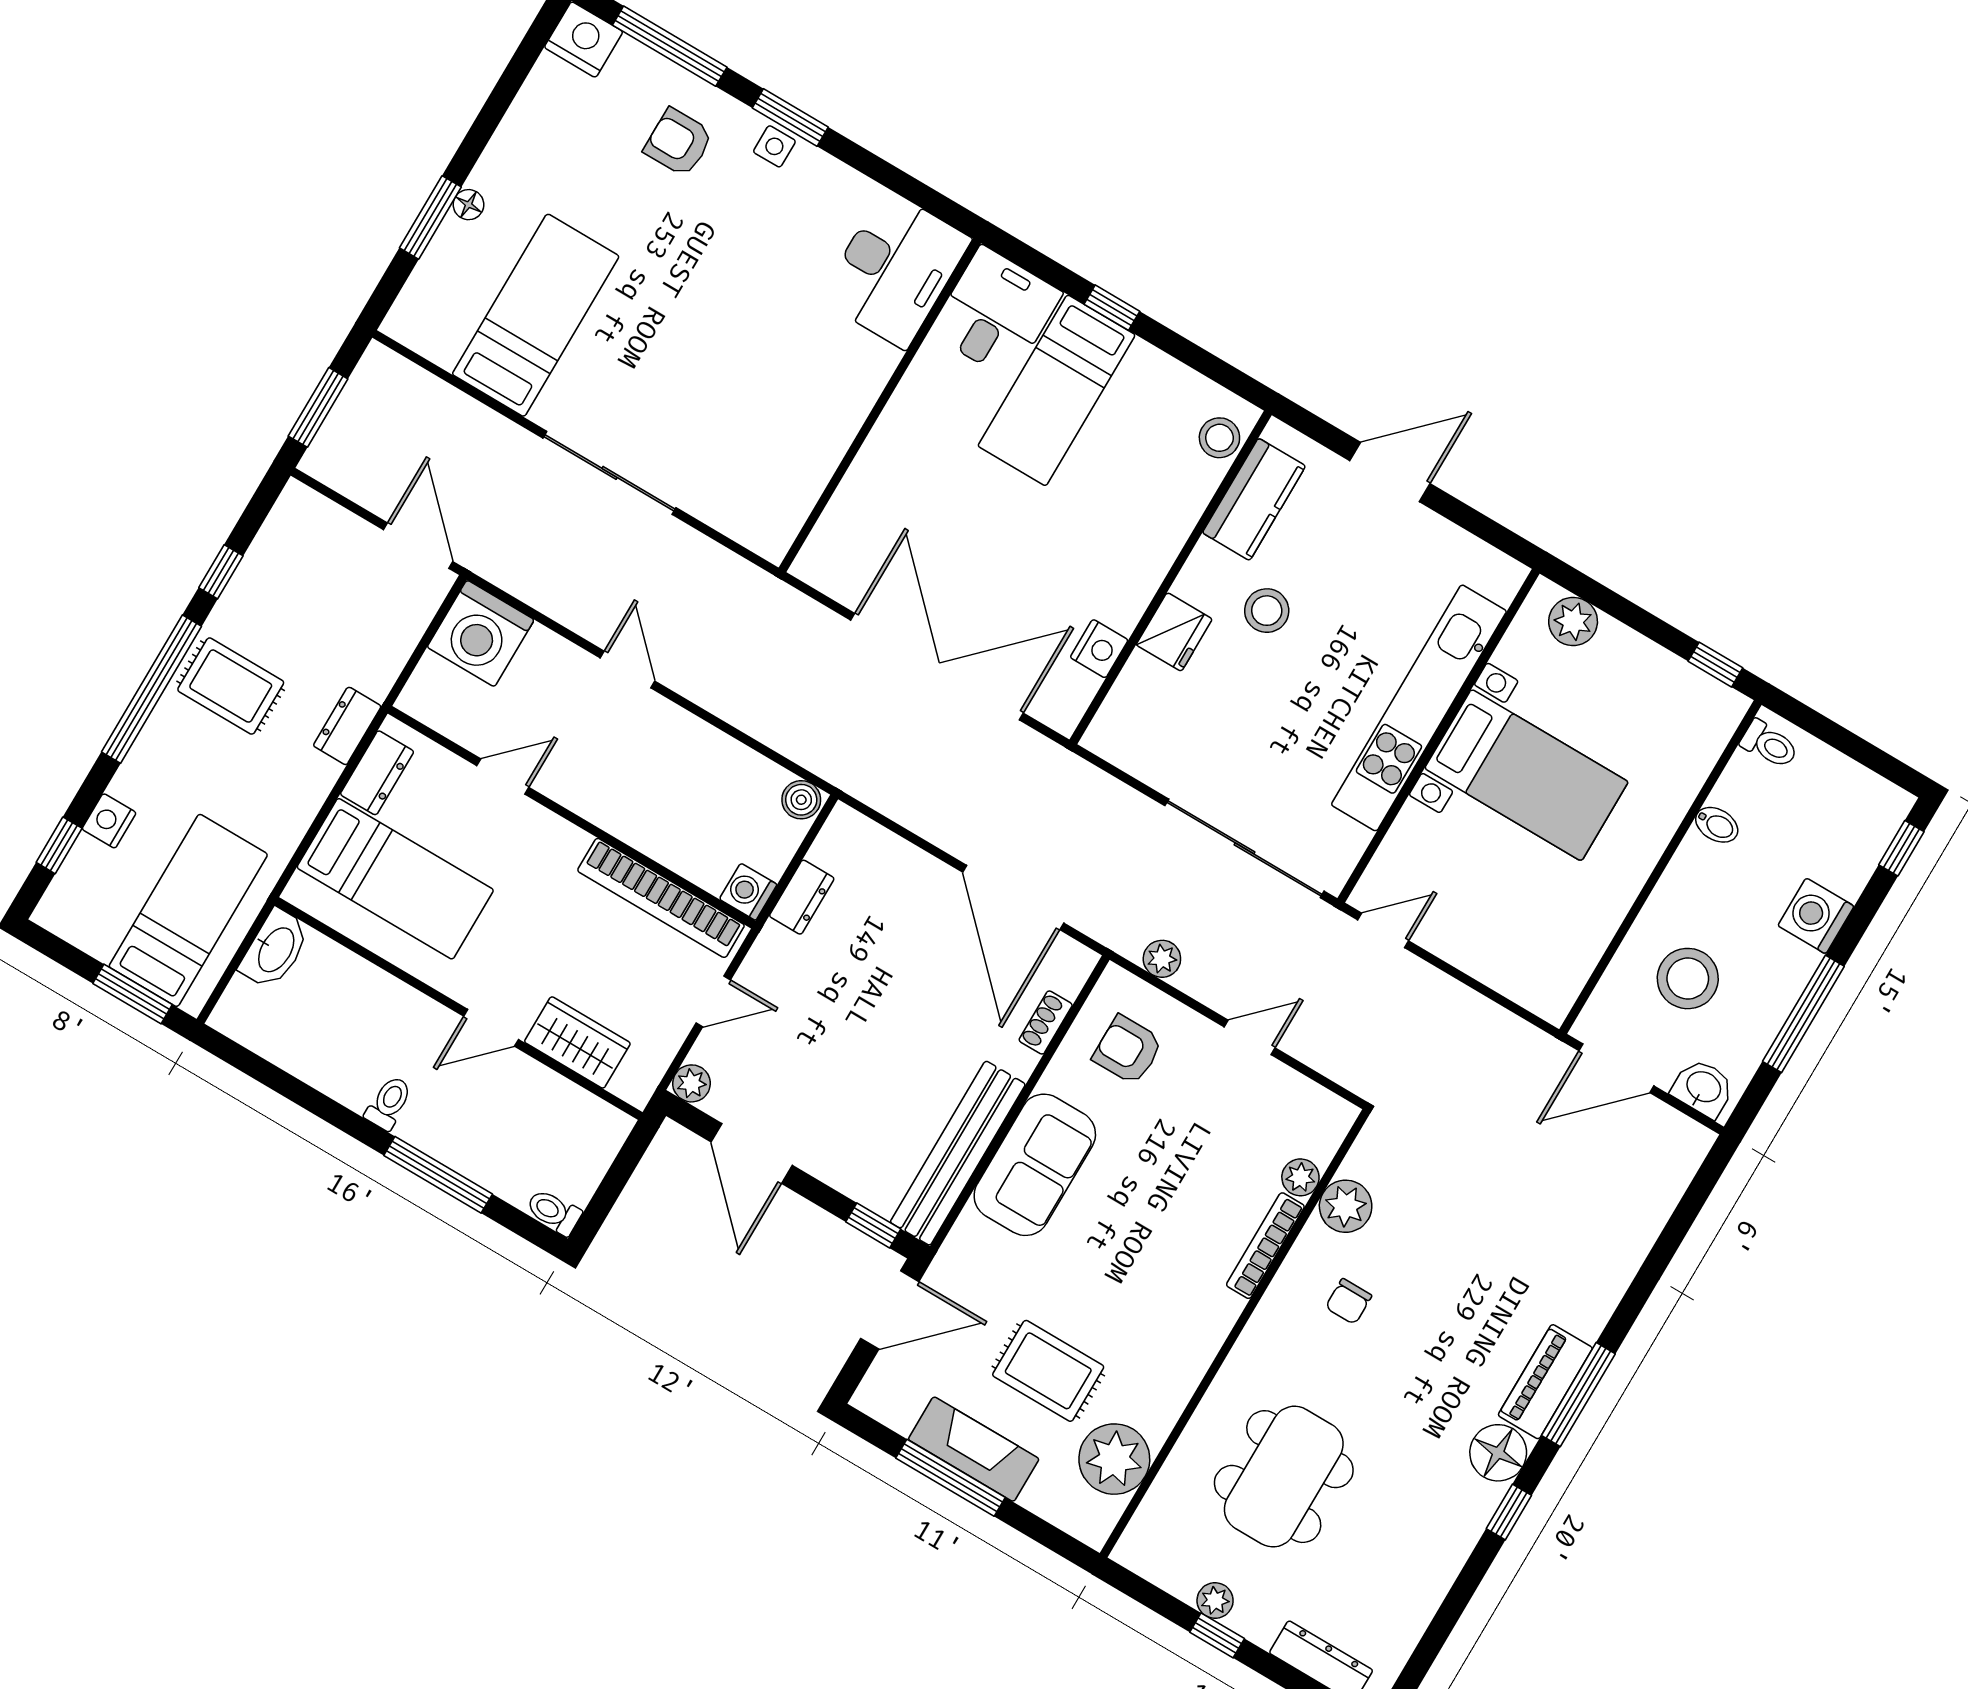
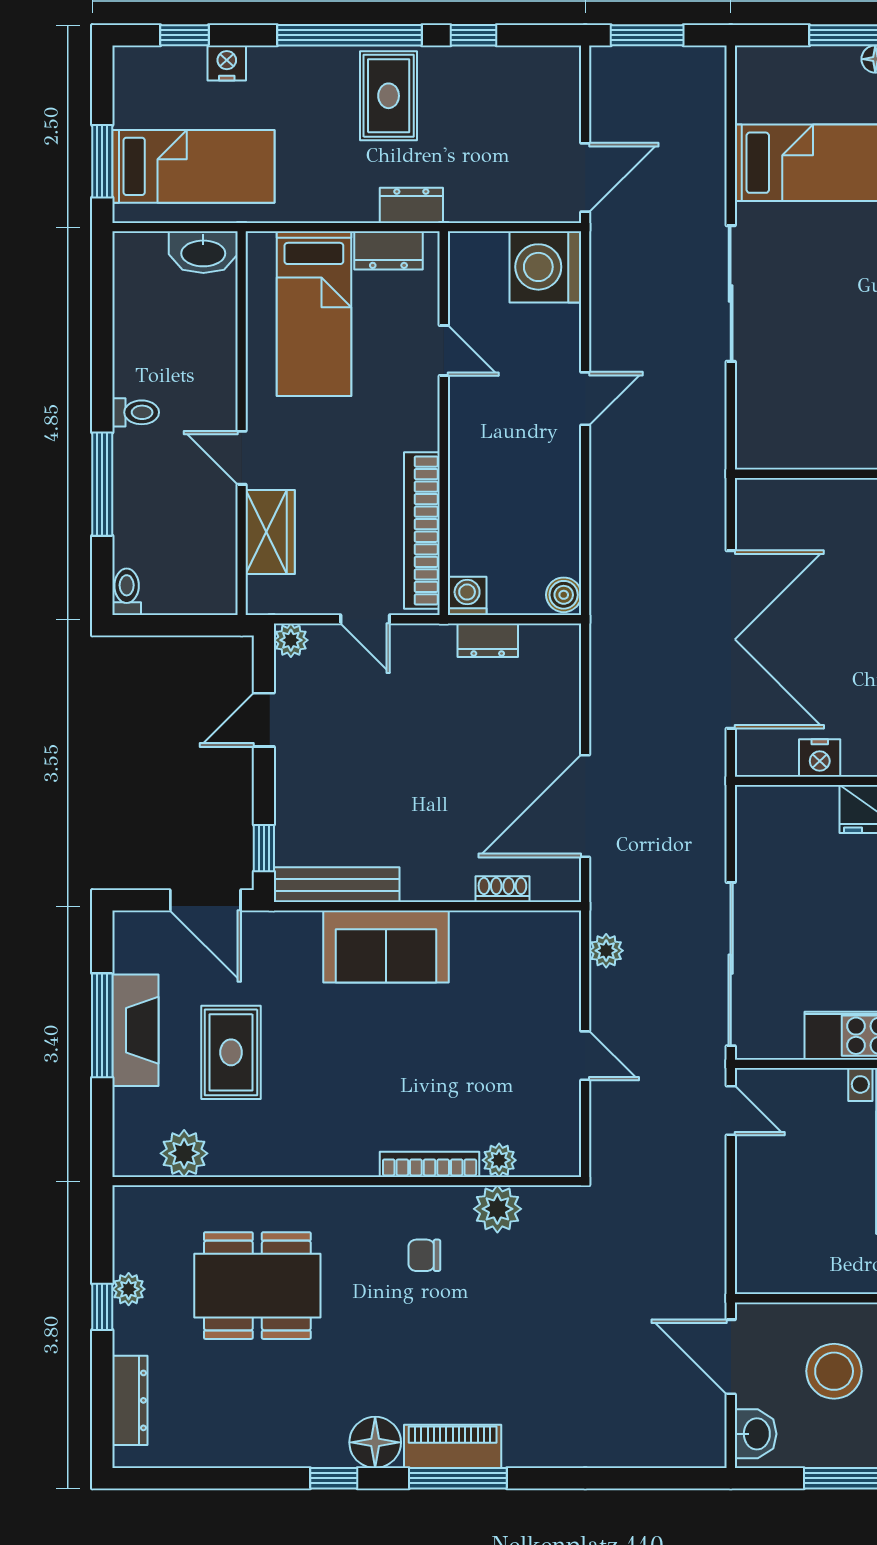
armchair: (1128, 1050) -> (519, 966), removed
bench: (958, 1153) -> (337, 885), width x0.73, depth x0.82
door: (752, 1154) -> (264, 720), width x0.73
plant: (1114, 1459) -> (184, 1153), width x0.73, depth x0.73

